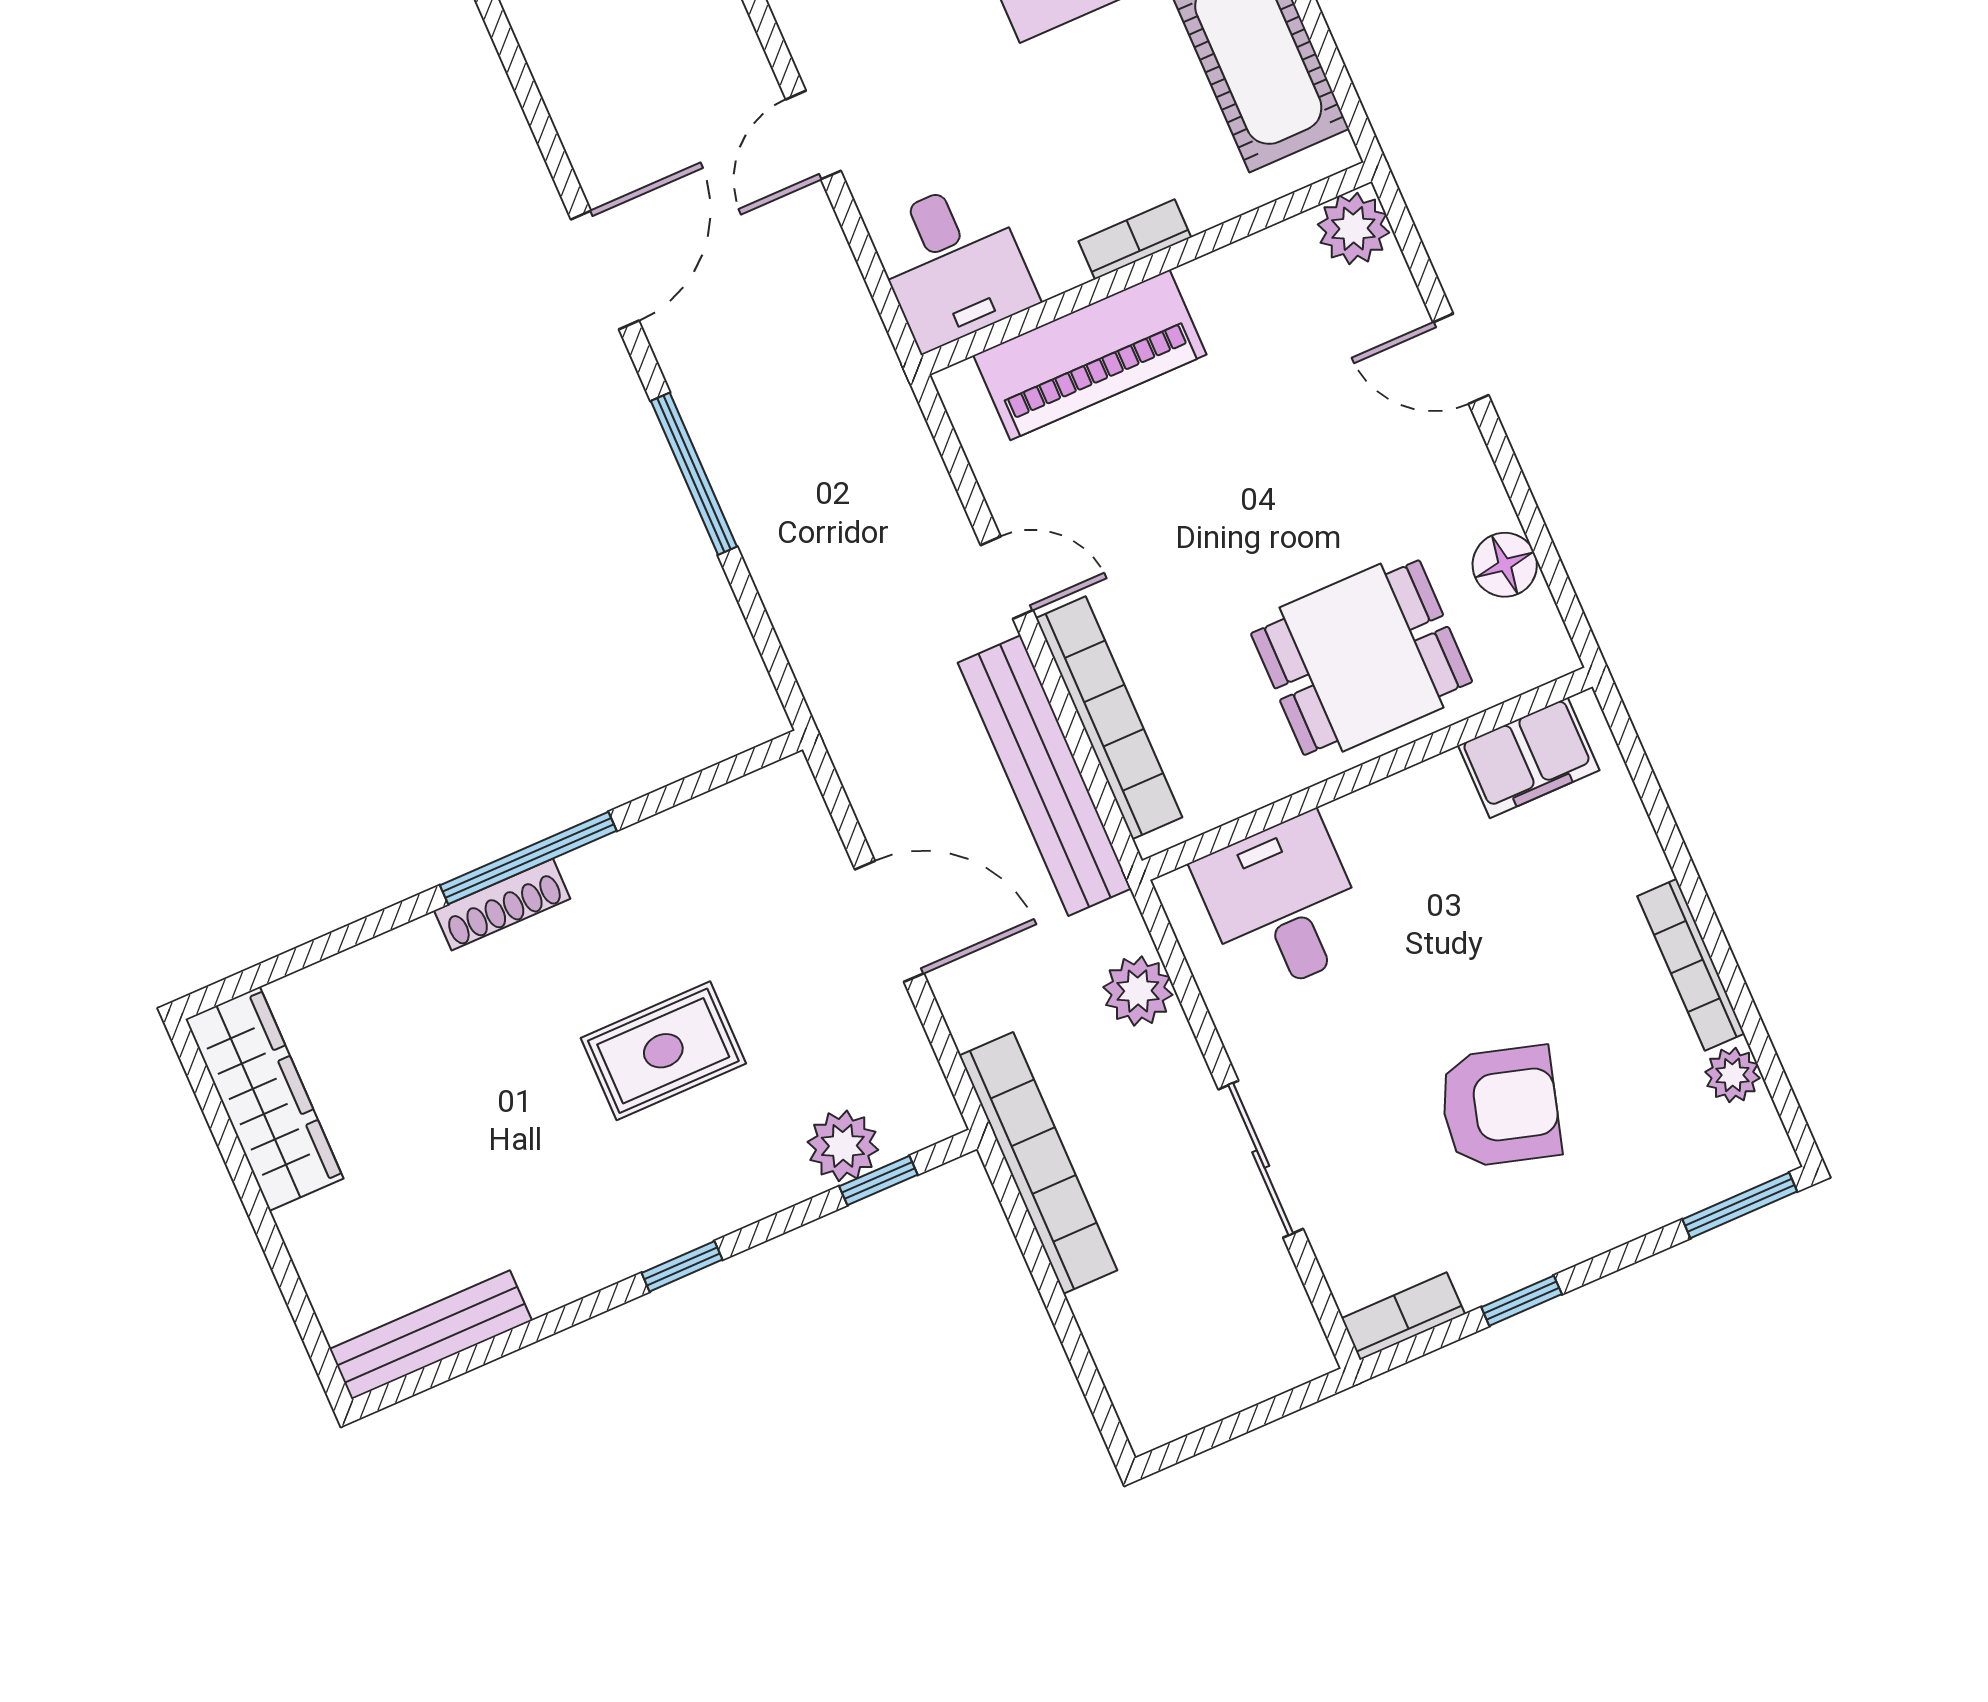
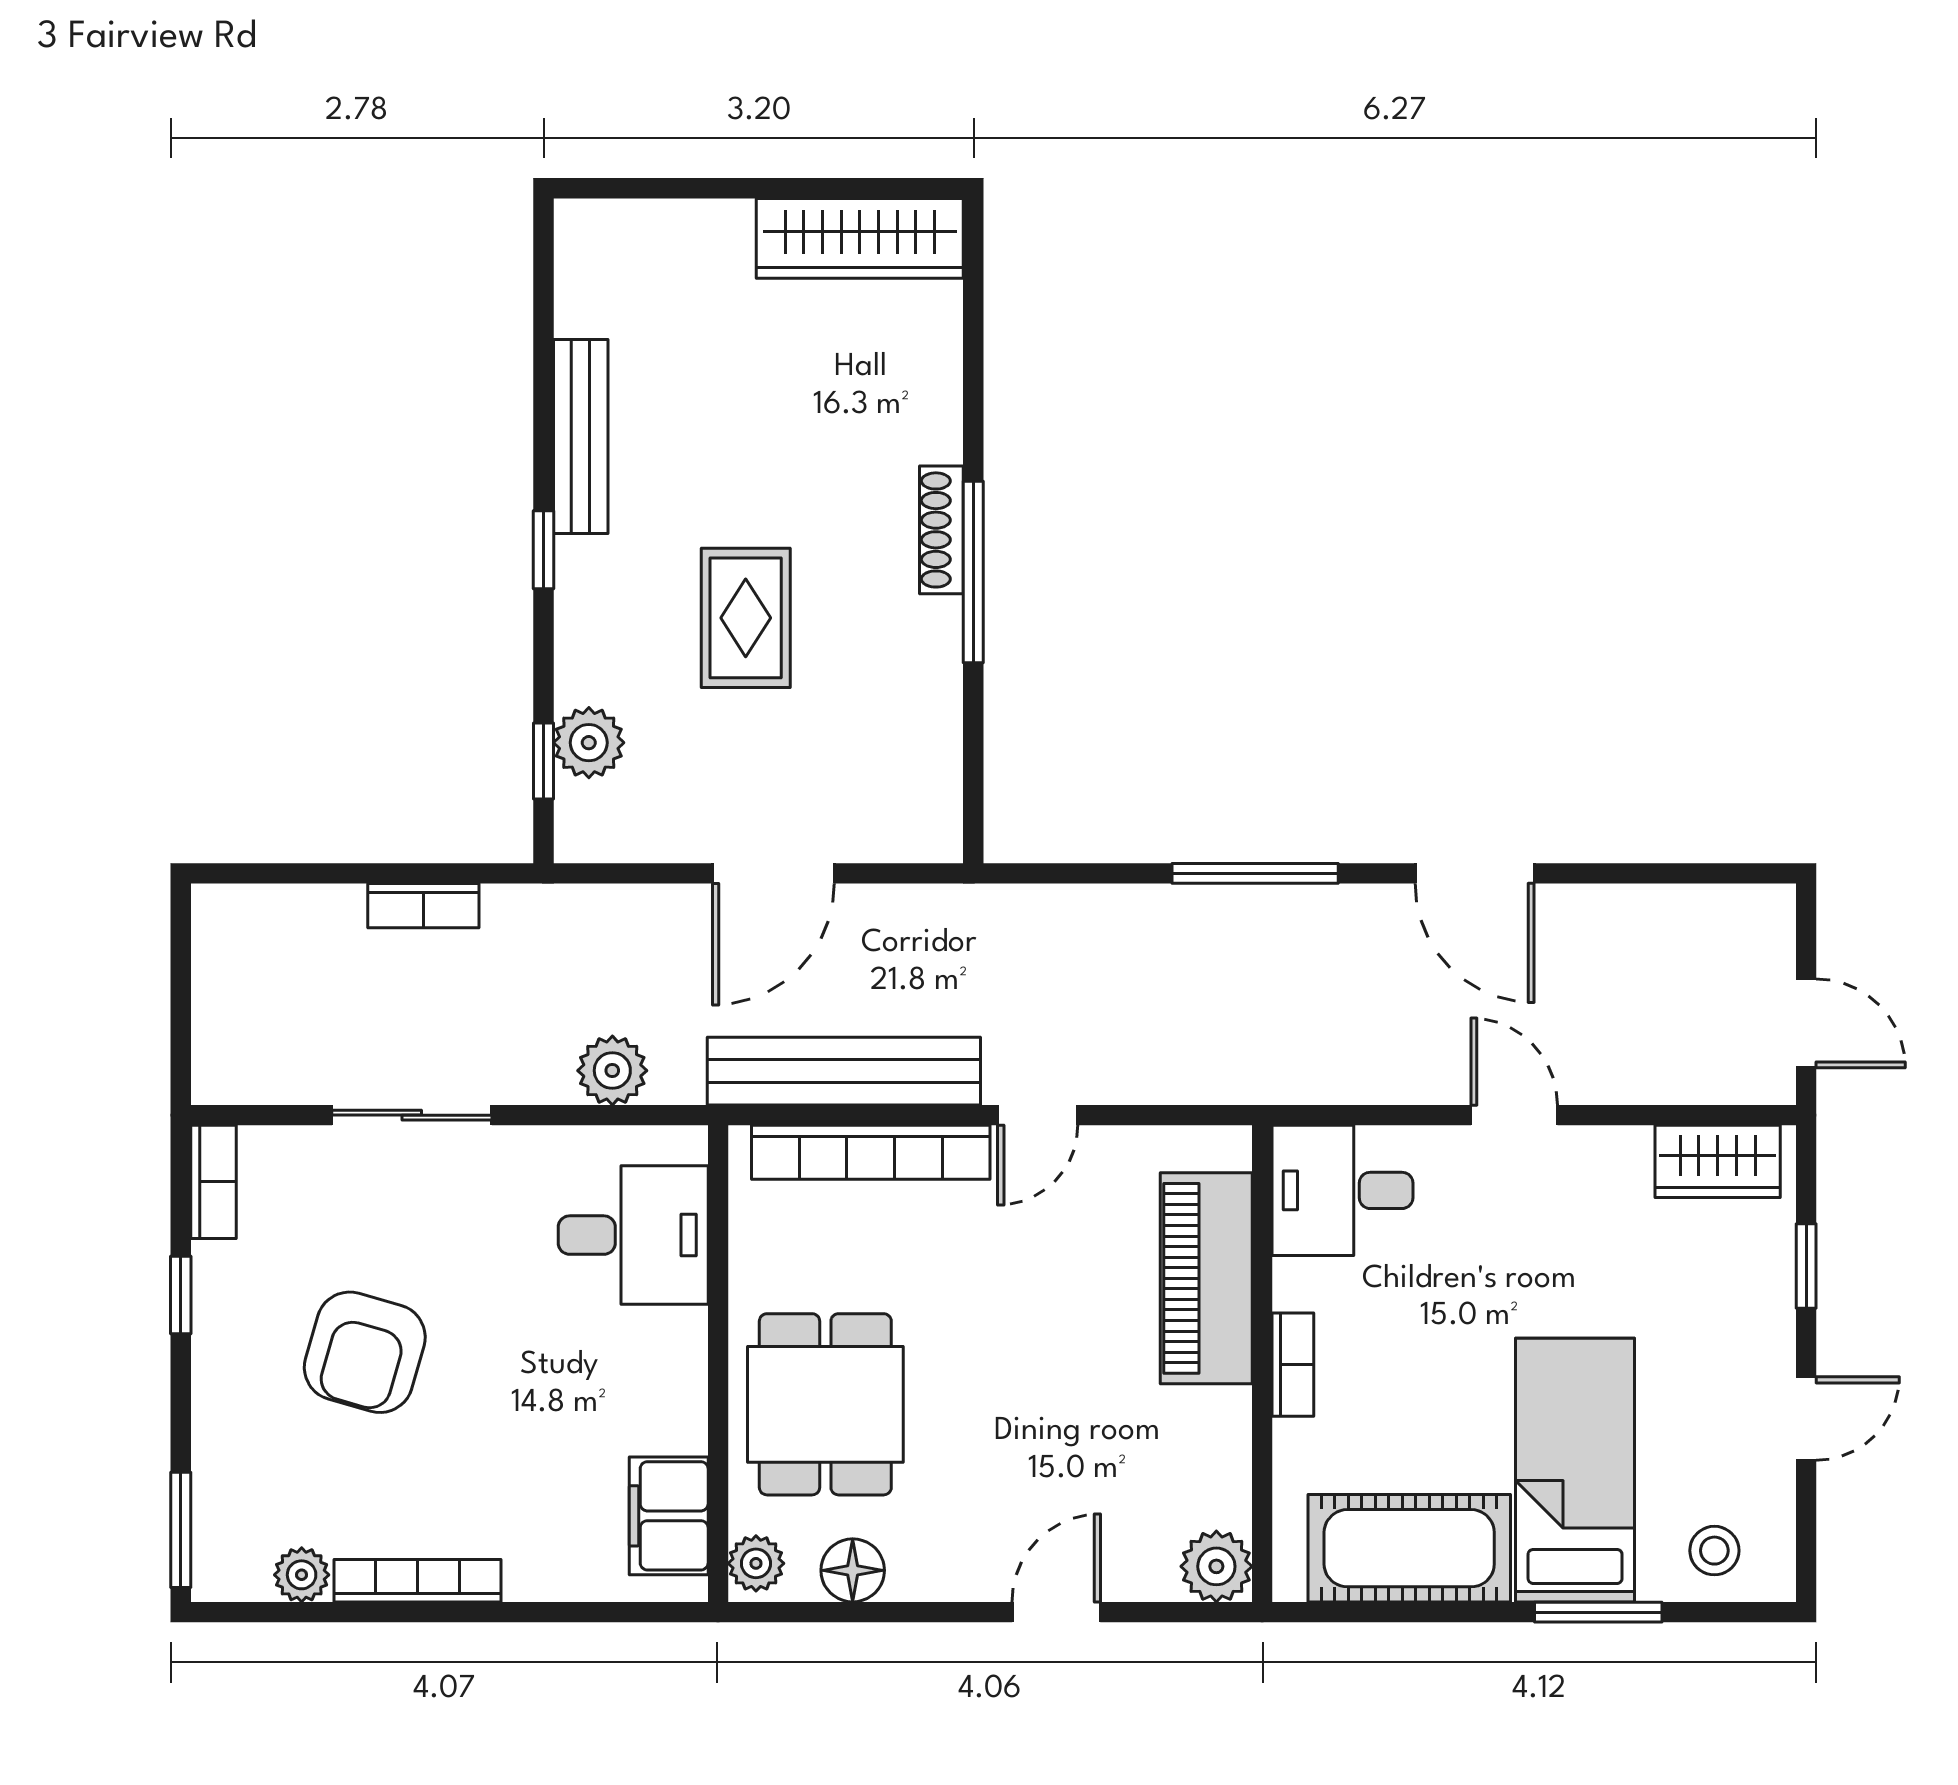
plant: (1537, 657) -> (756, 1563), added
bookcase: (1038, 1163) -> (423, 906), width x0.43, depth x0.76
bench: (431, 1335) -> (581, 437), moved

